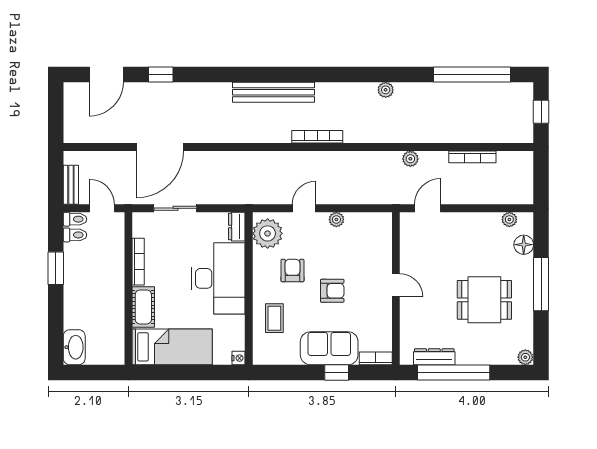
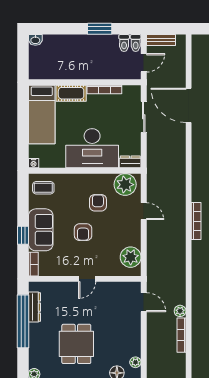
plant: (410, 159) -> (180, 311), moved
plant: (336, 219) -> (131, 257), moved, width x1.87, depth x1.87
armchair: (292, 270) -> (98, 203), turned -90
coffee table: (274, 318) -> (43, 188), moved
washbasin: (74, 347) -> (35, 40), width x0.52, depth x0.69

